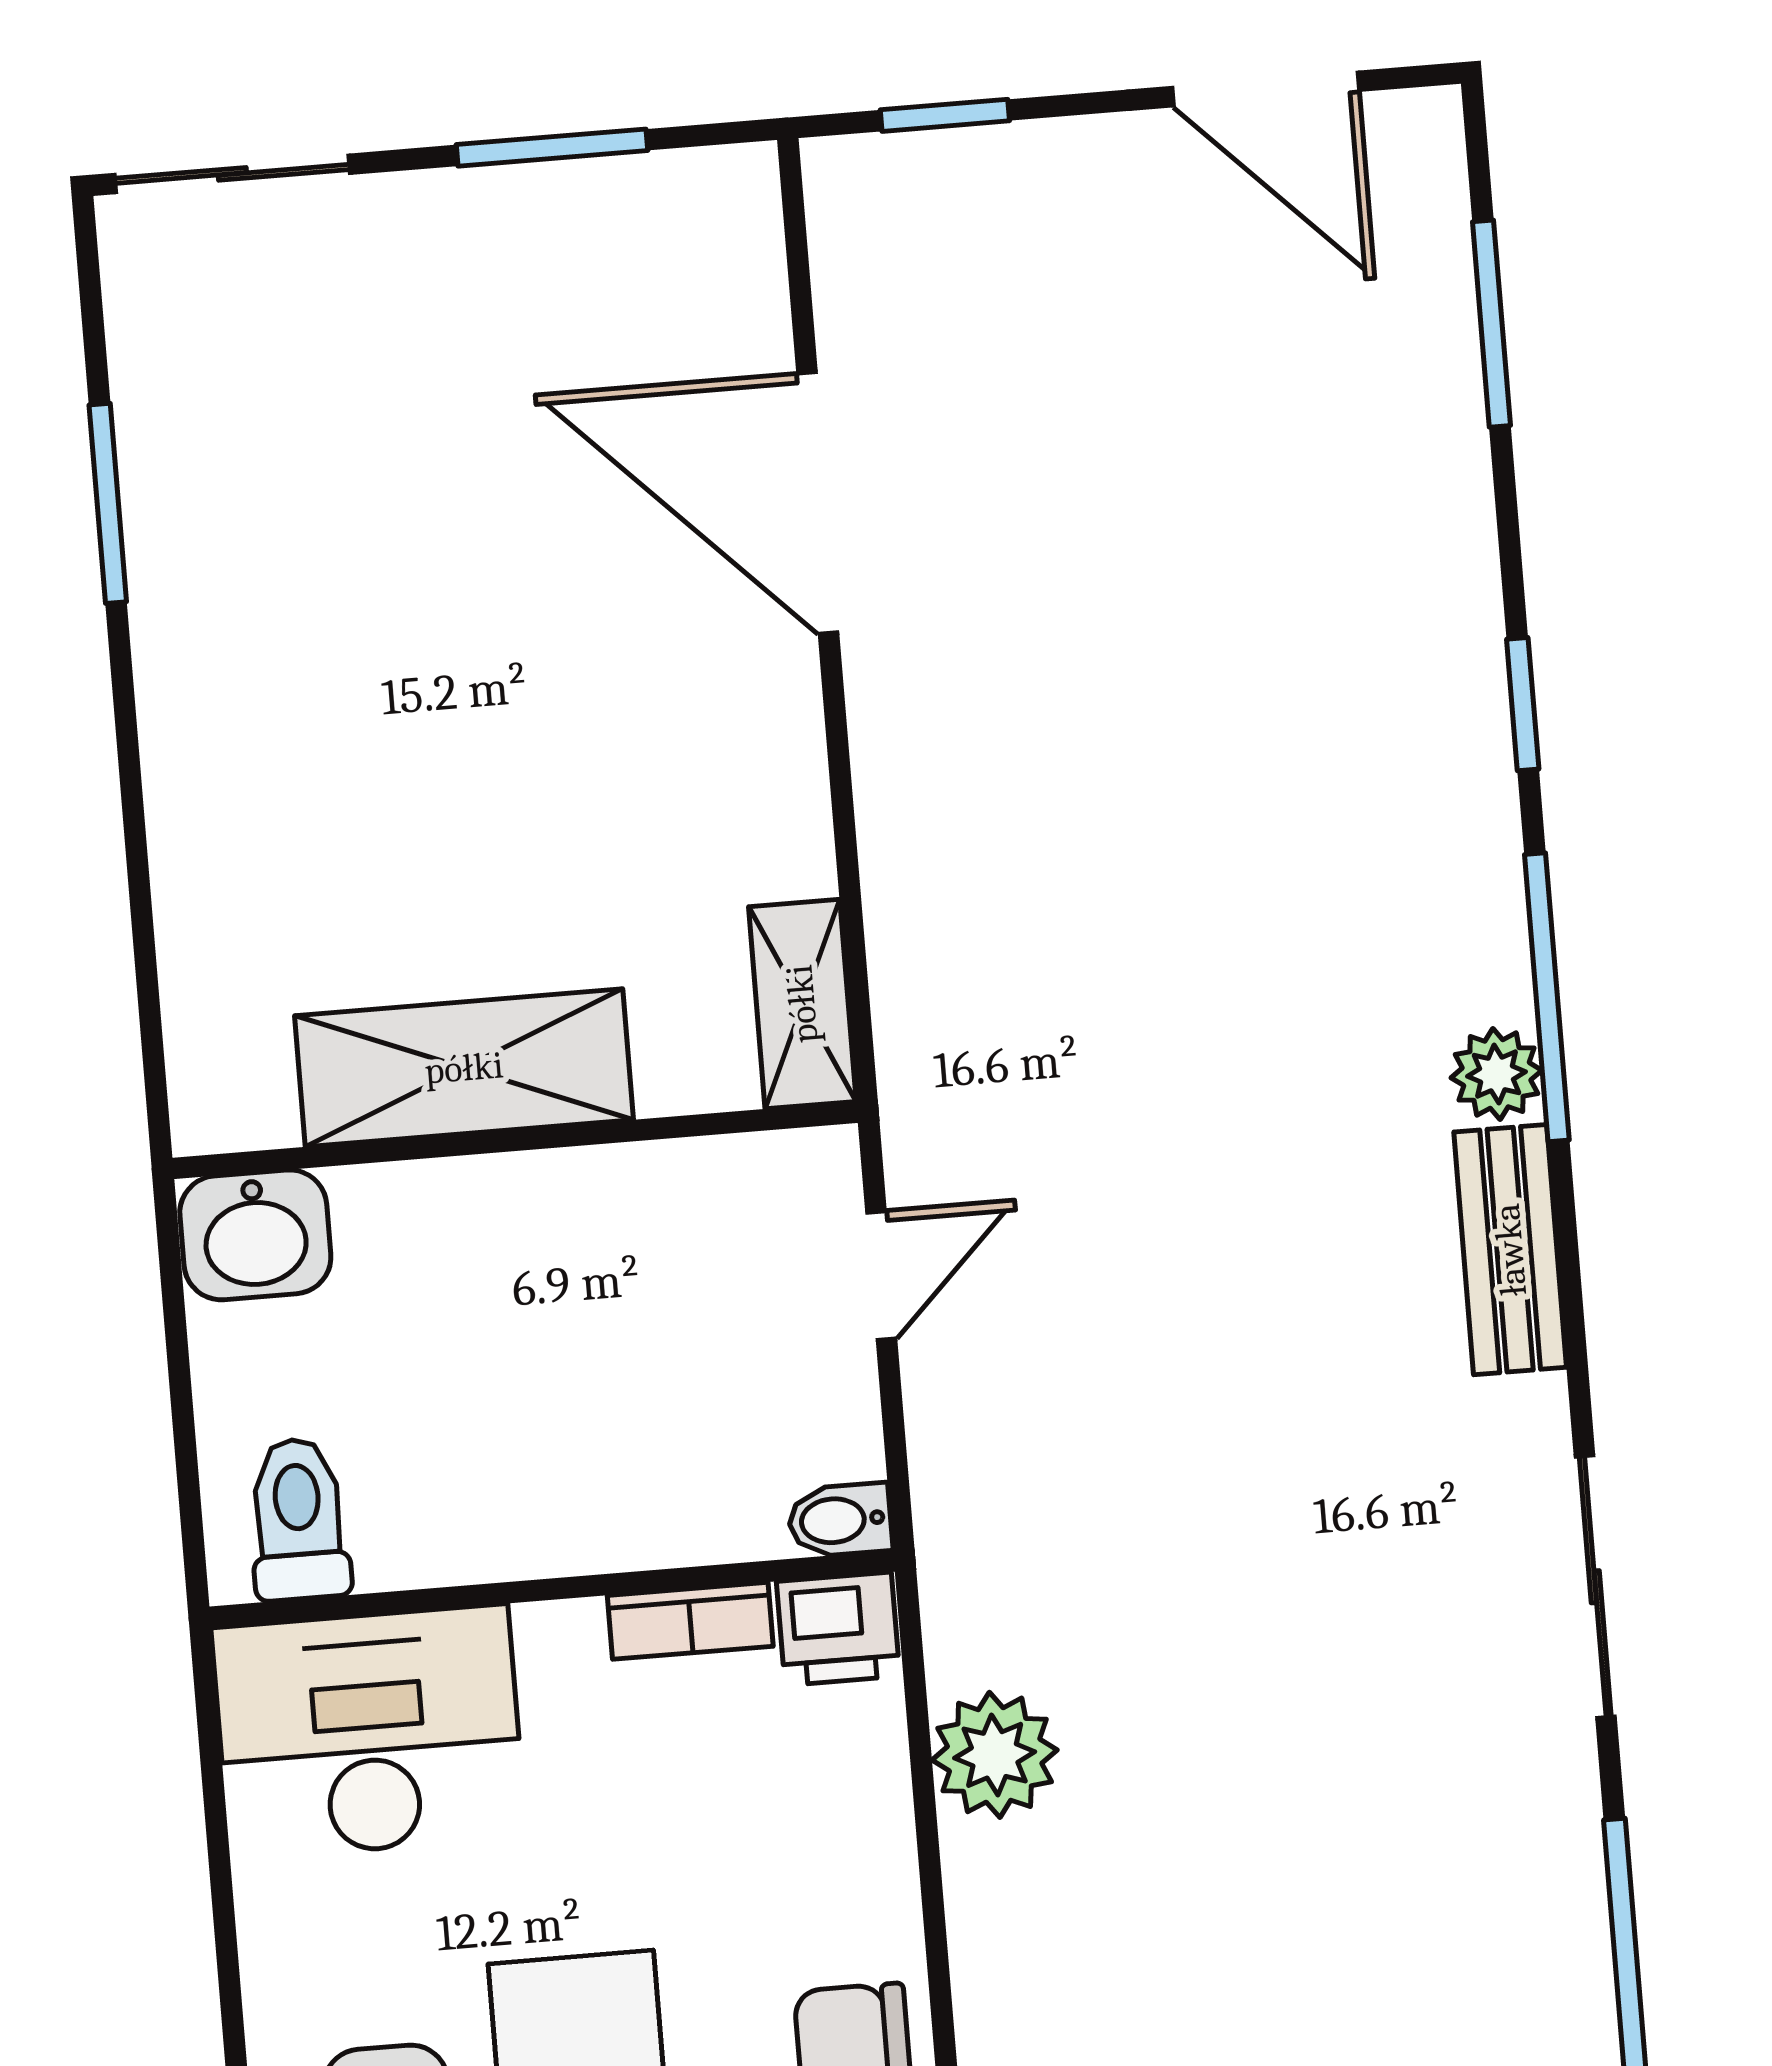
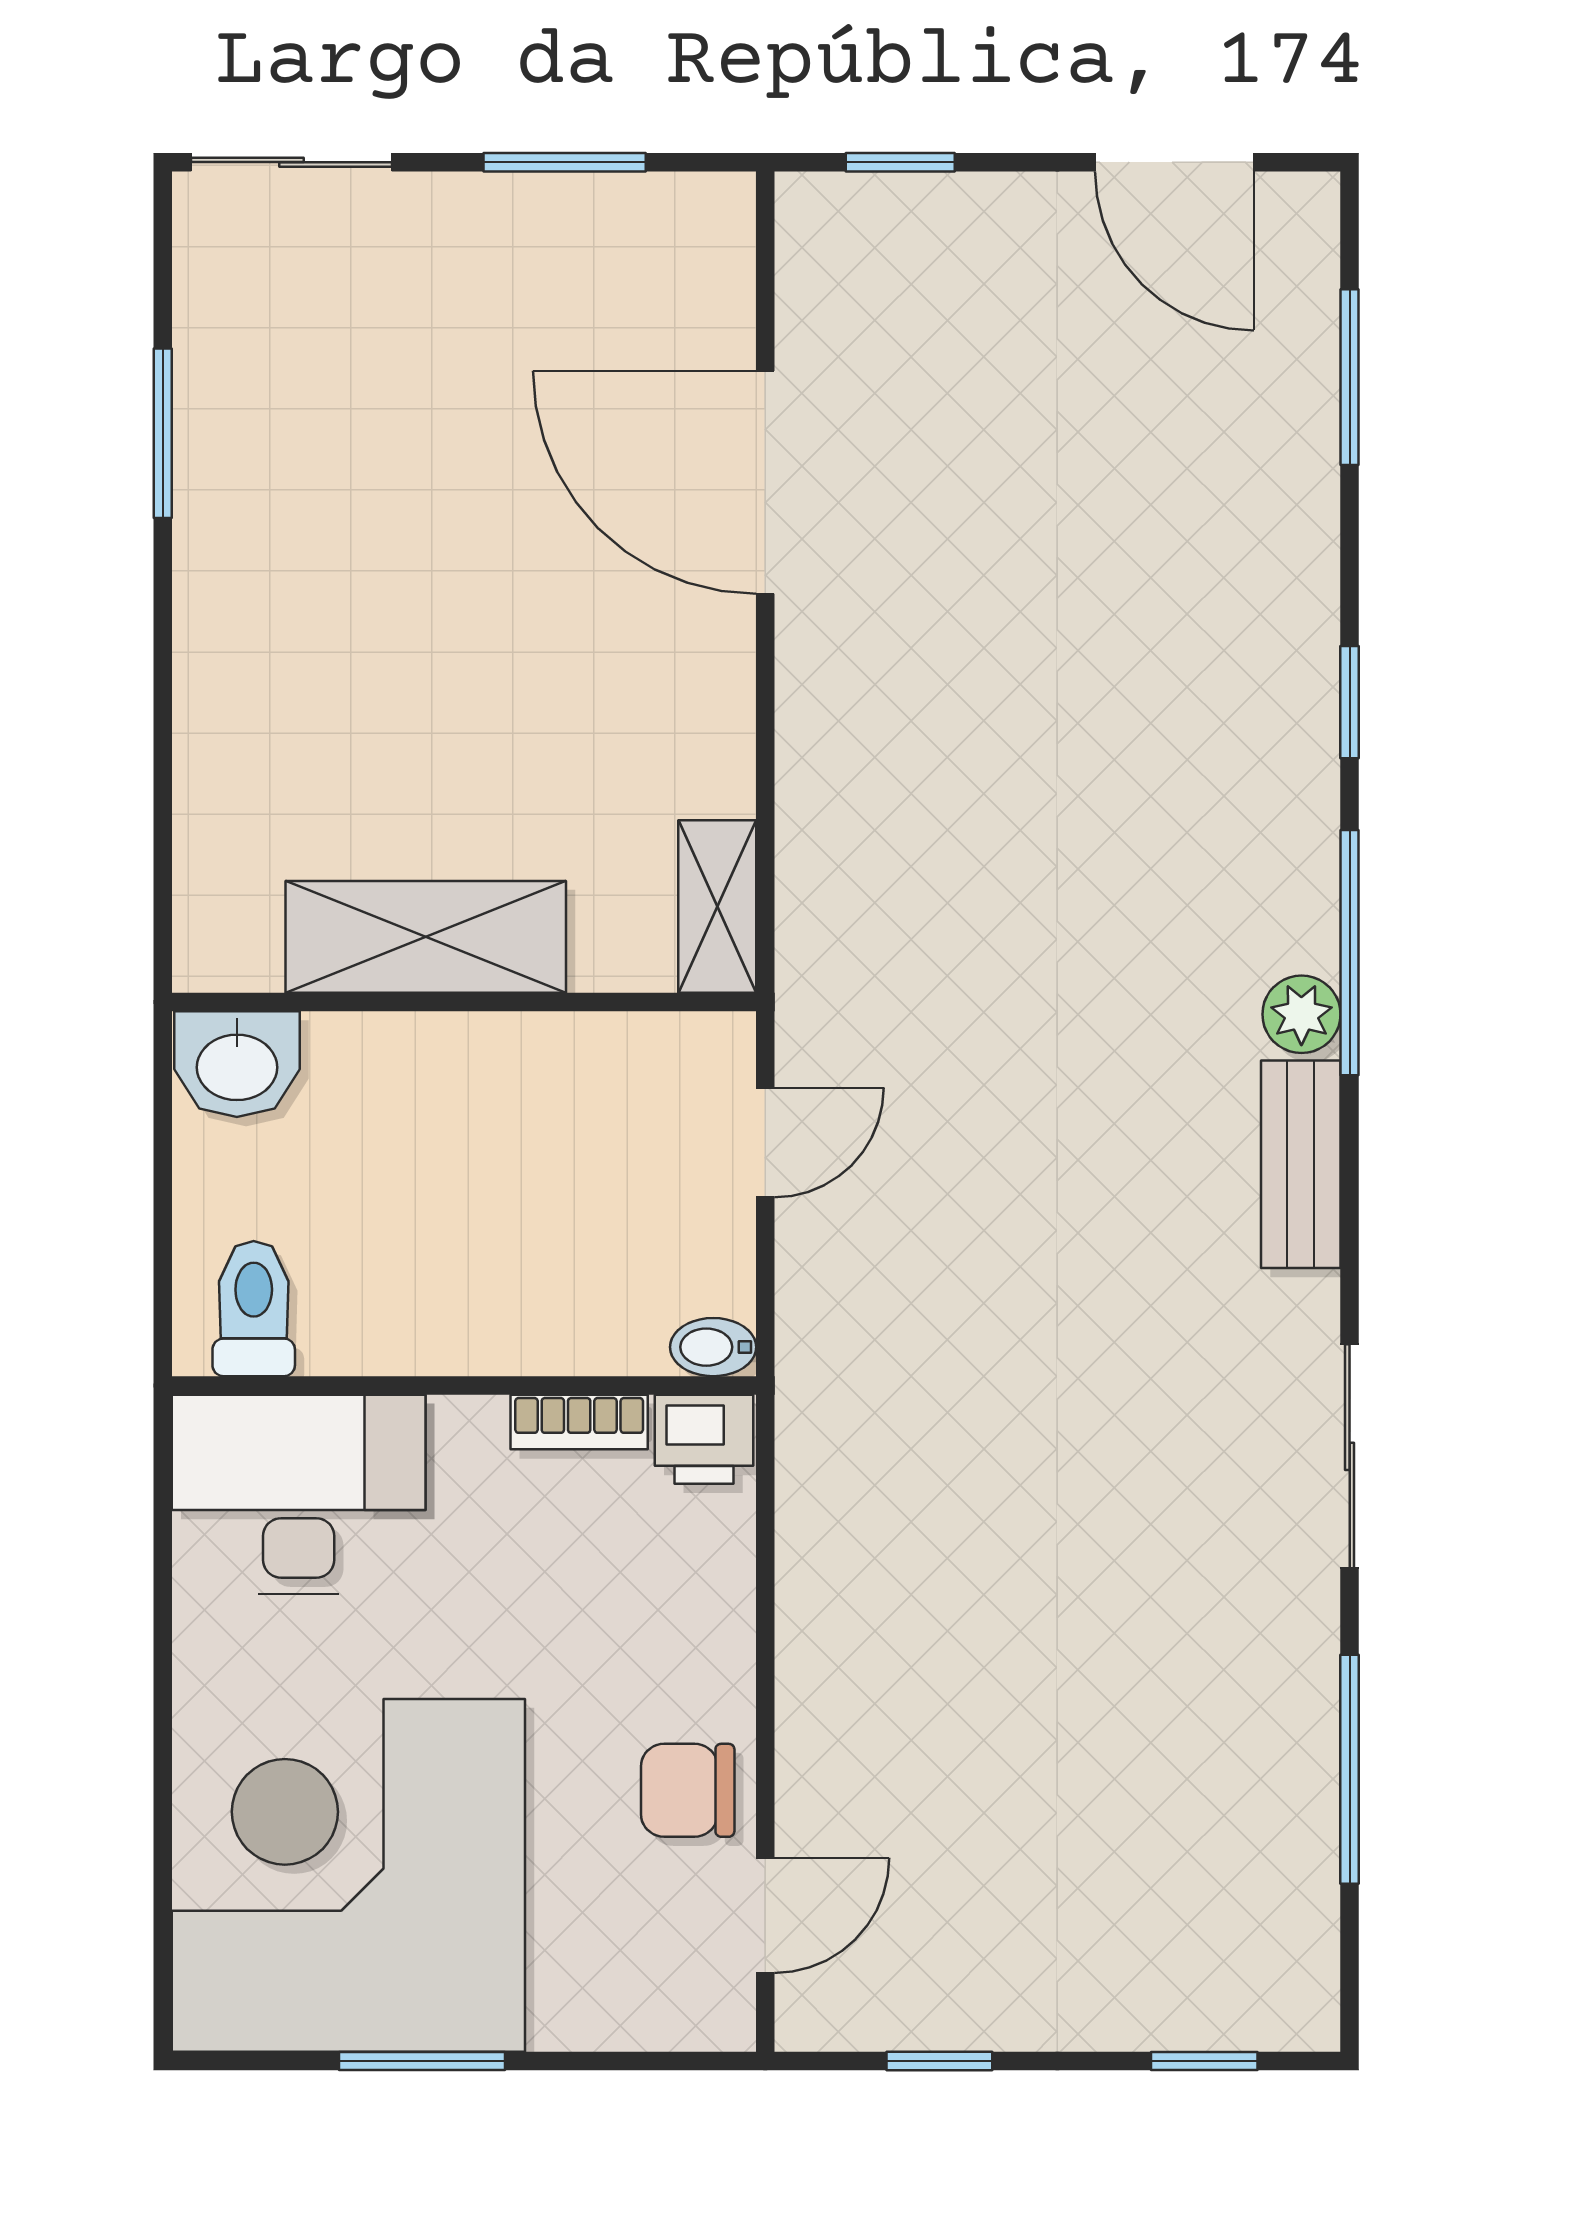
plant: (995, 1755) -> (828, 1557), removed

